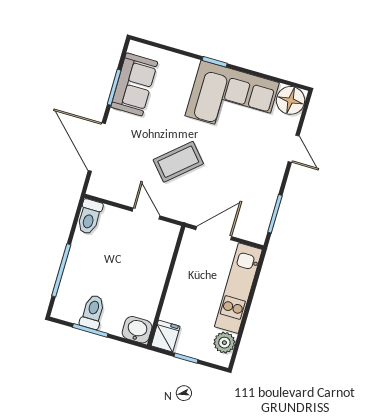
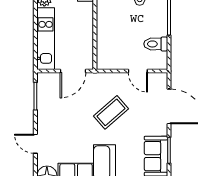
door: (146, 214) -> (138, 71), moved
toilet: (89, 217) -> (156, 44), moved, turned -90

